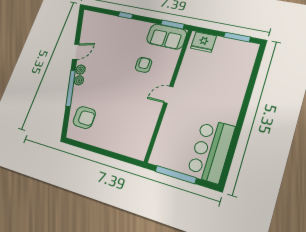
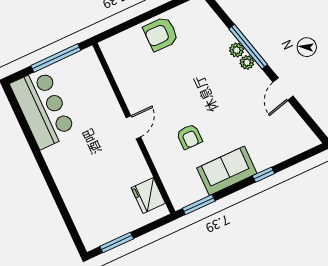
sofa: (167, 37) -> (227, 171), moved
fridge: (203, 42) -> (148, 195), moved, turned -90
plant: (80, 70) -> (237, 50), moved
armchair: (84, 117) -> (161, 34), moved

